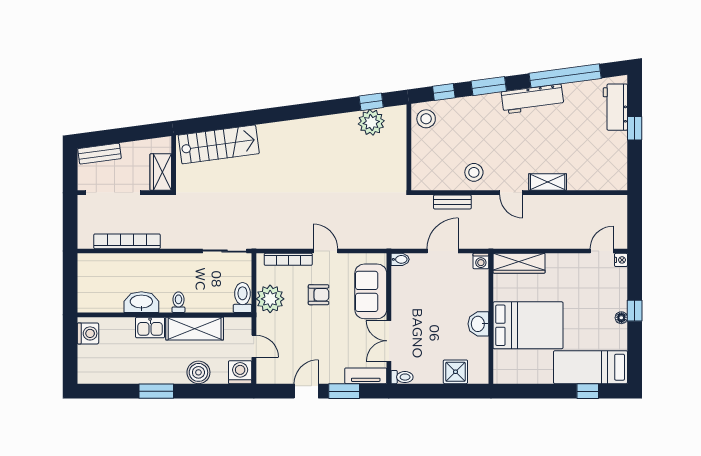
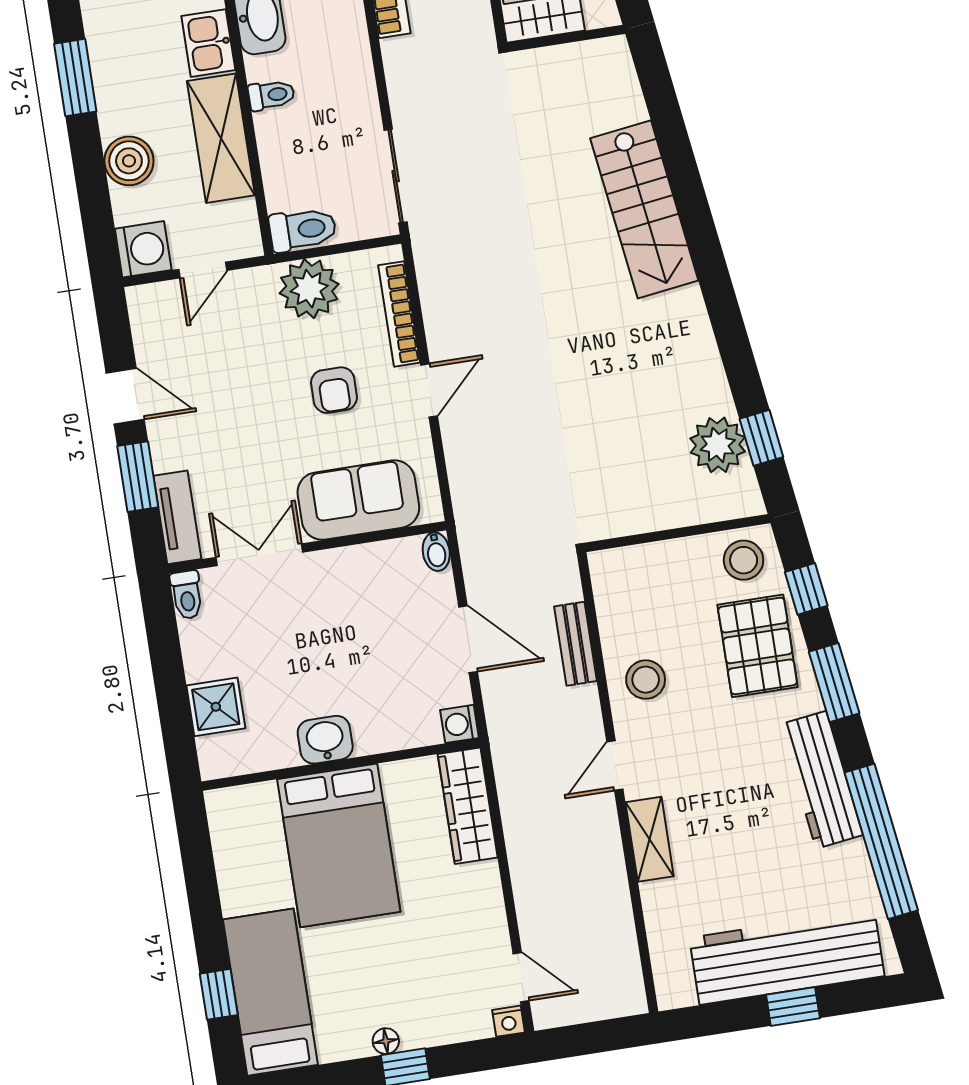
workbench: (615, 107) -> (787, 957), width x1.88, depth x1.32
pallet: (466, 119) -> (758, 646), added
stairs: (219, 144) -> (644, 209), moved

